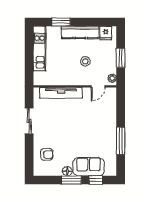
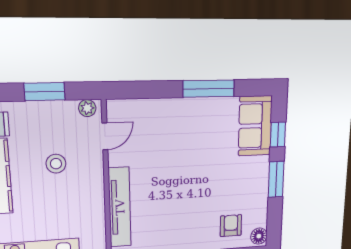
door: (98, 86) -> (105, 136), hinge flipped
sofa: (89, 167) -> (255, 126), moved
floor lamp: (67, 171) -> (259, 236), moved

